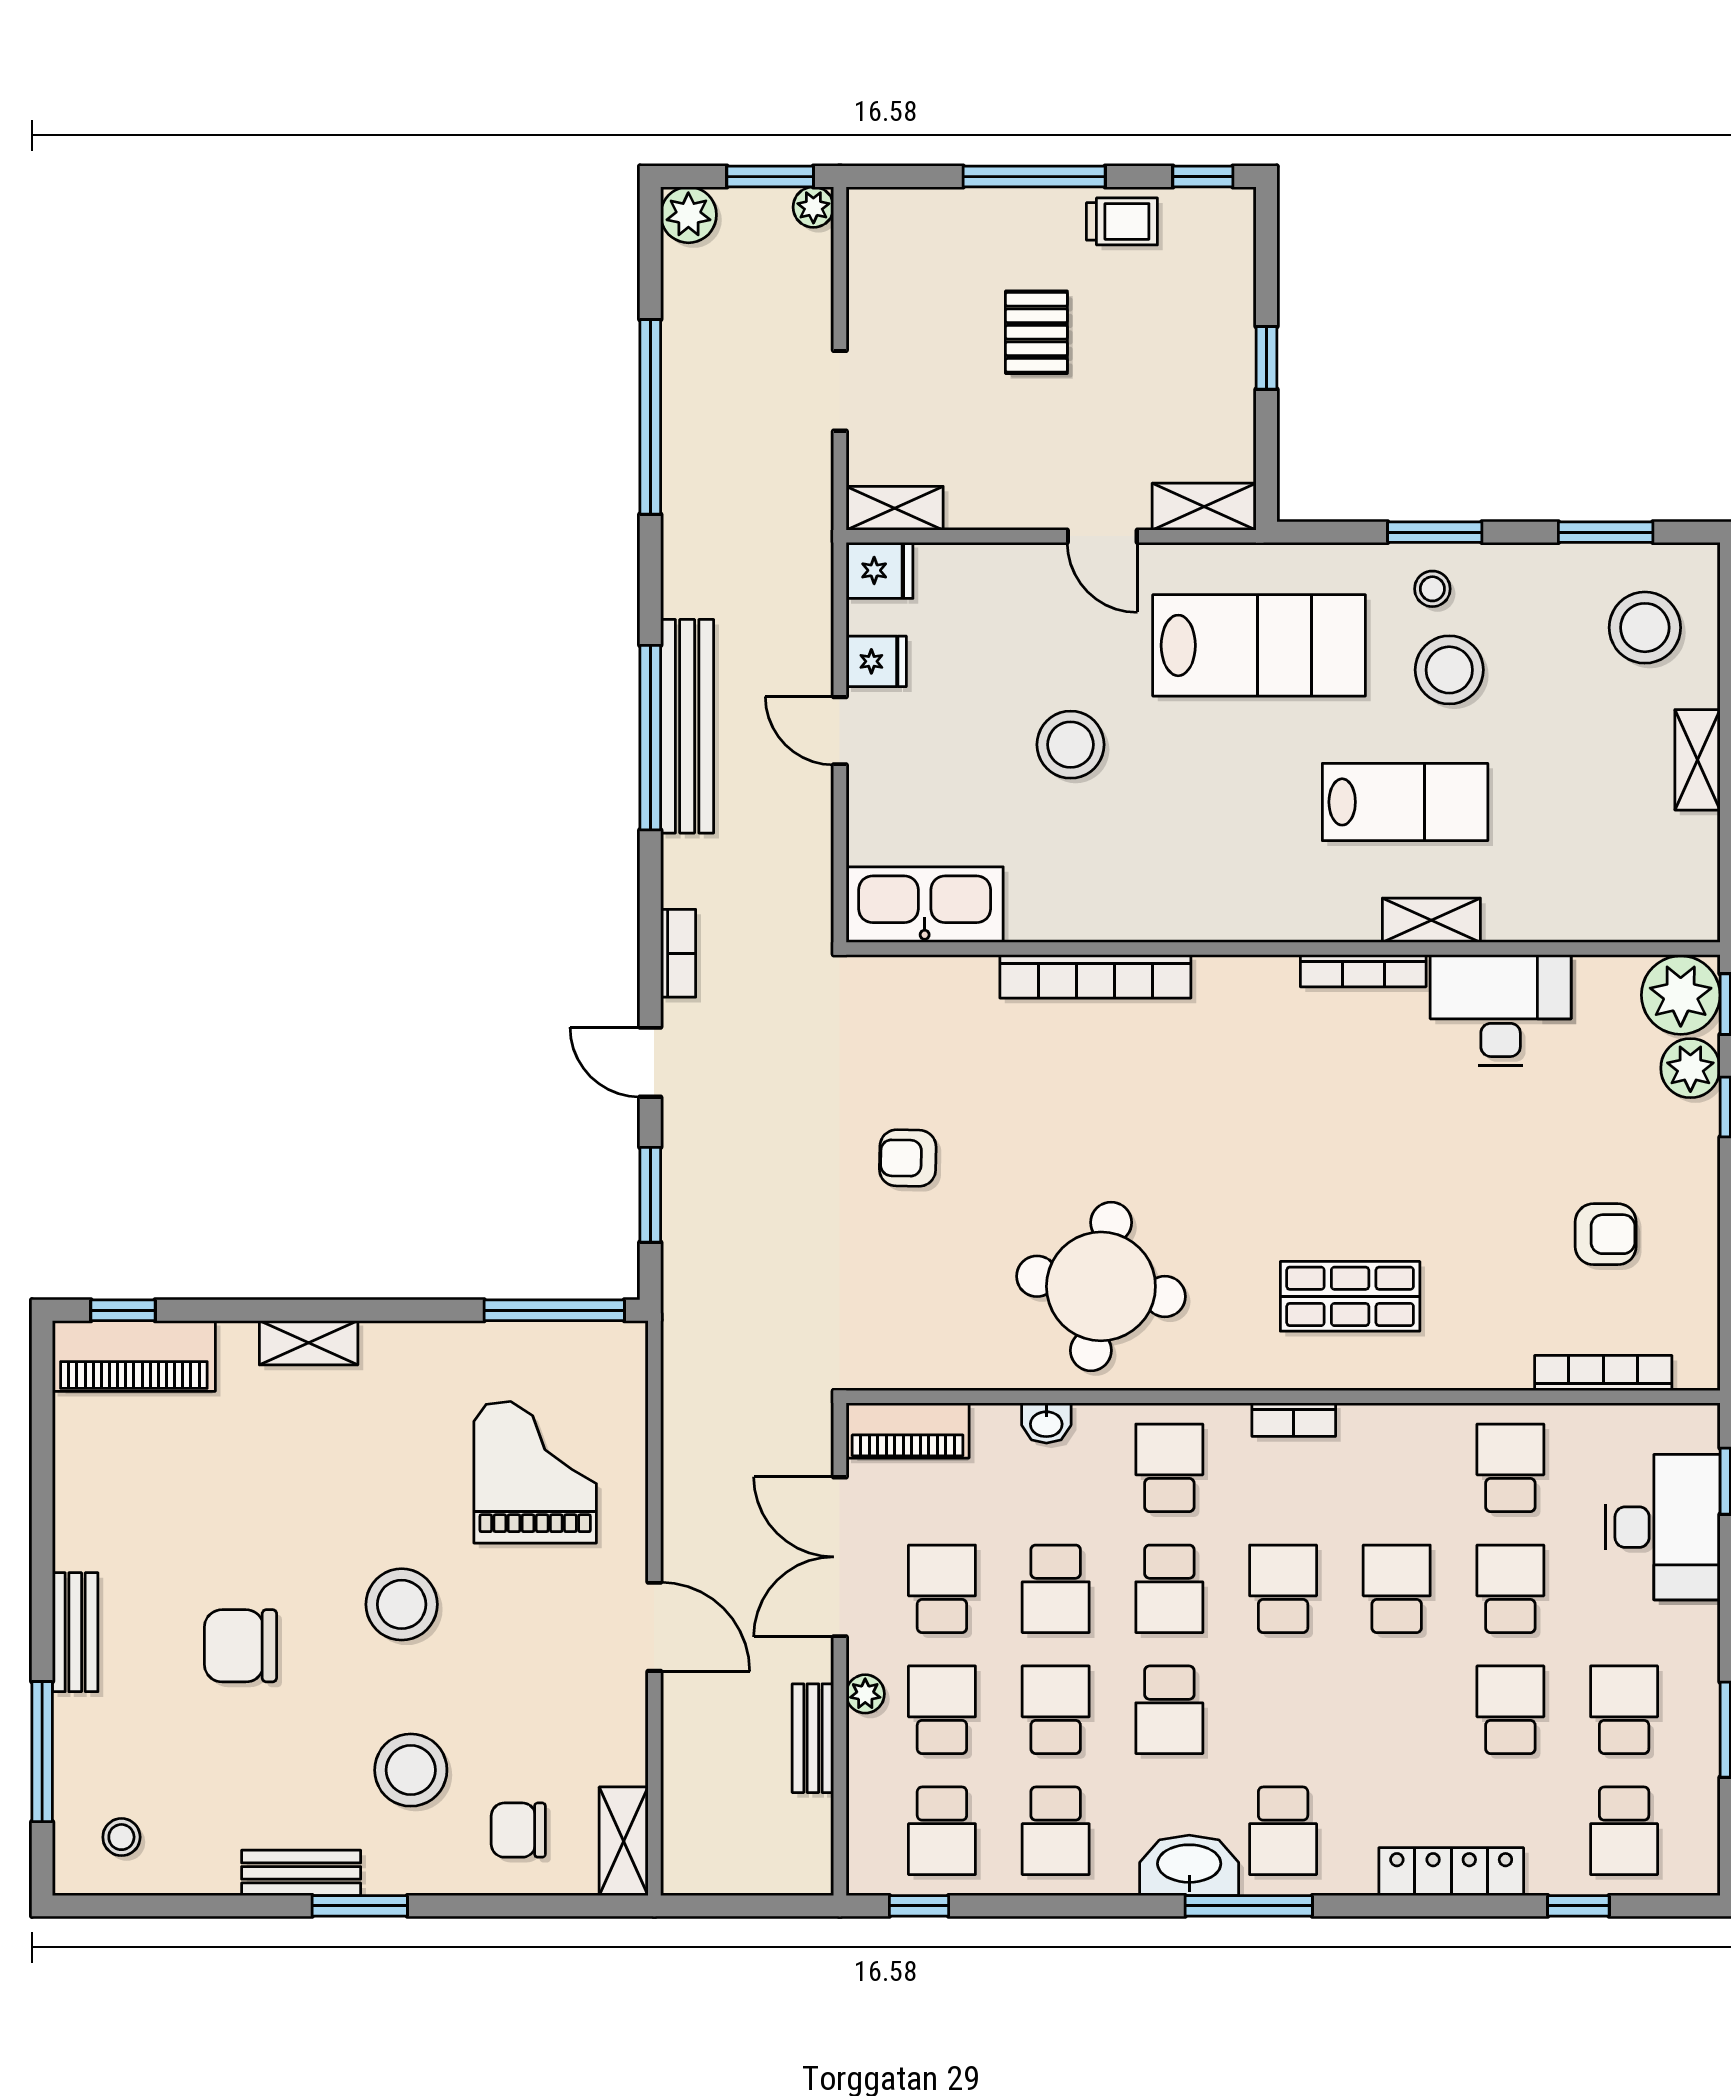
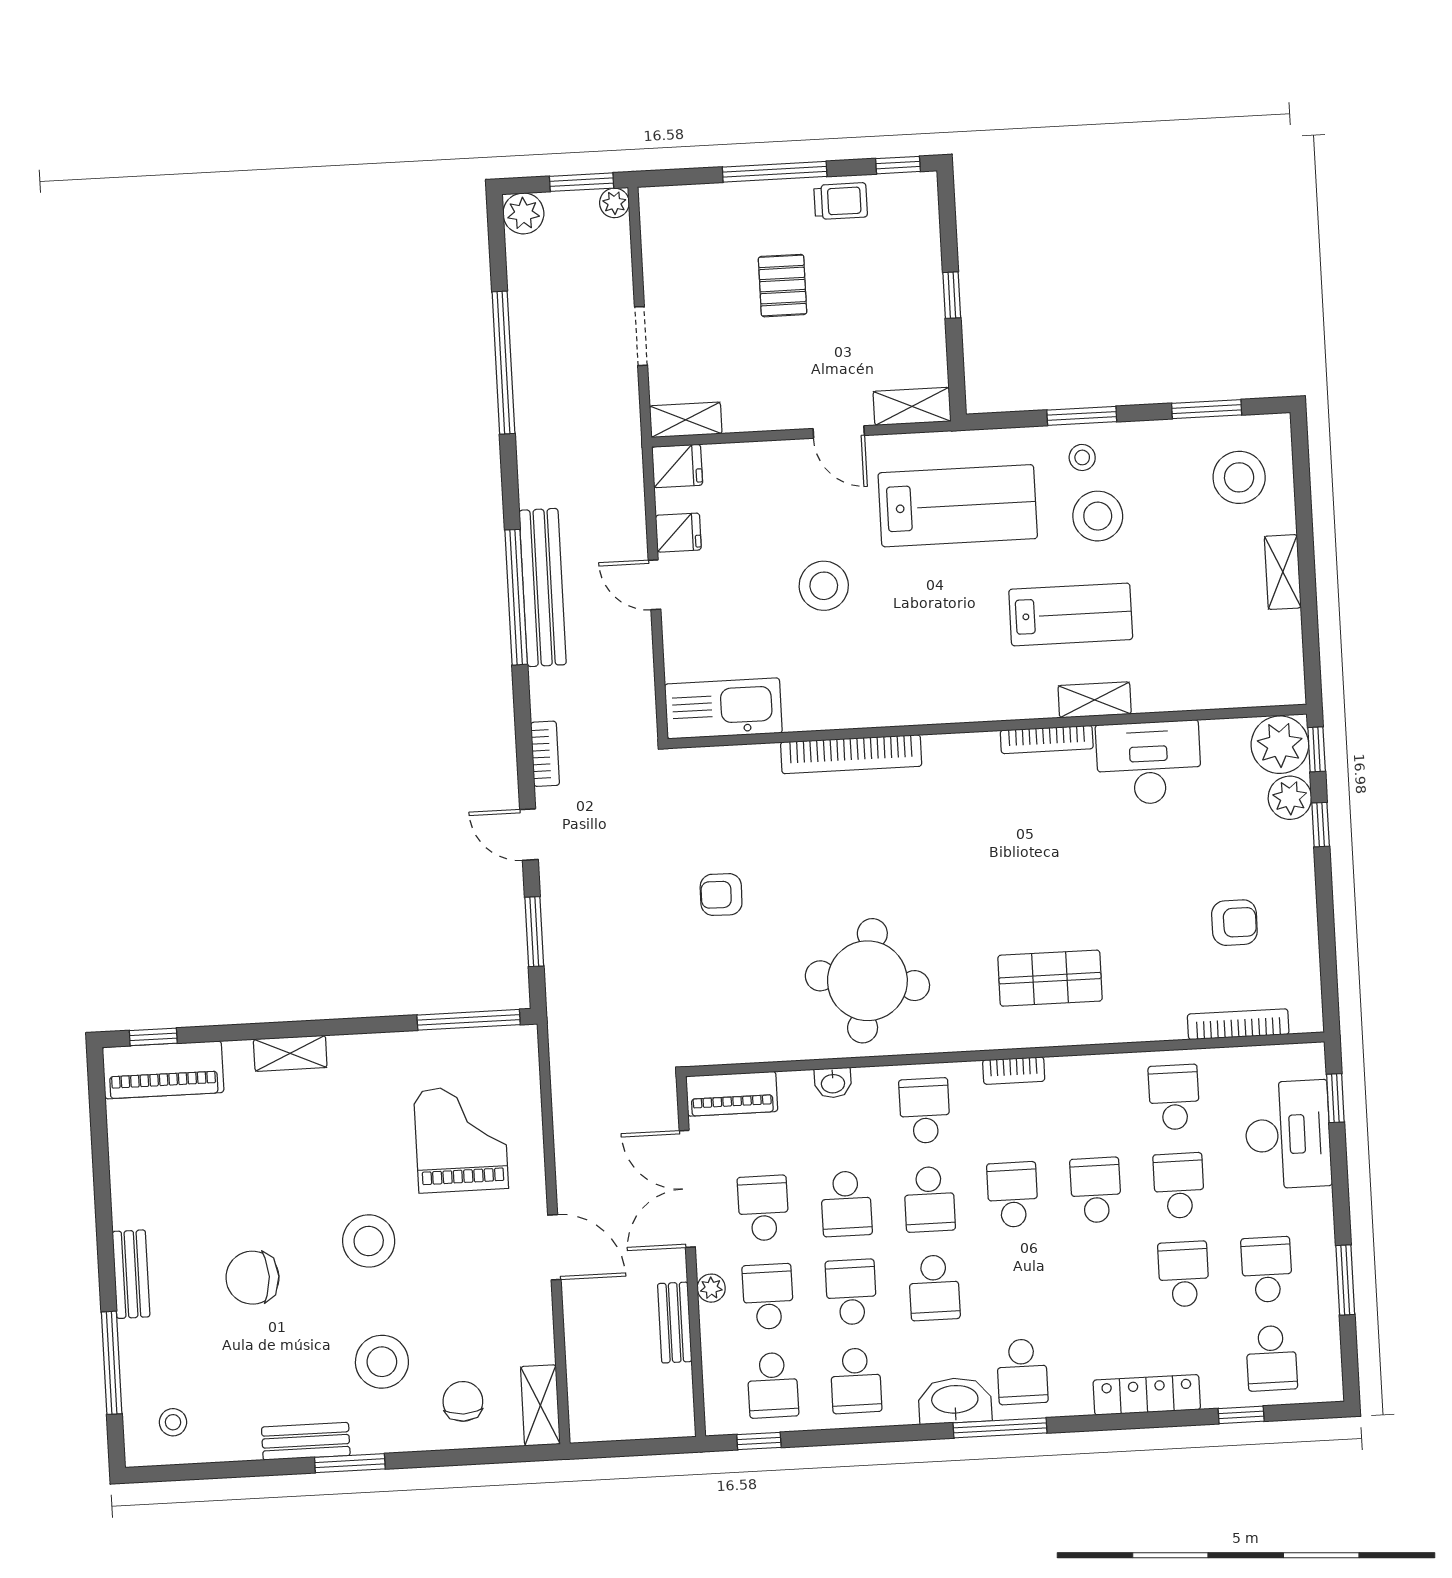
chair: (518, 1830) -> (463, 1401), turned 90

